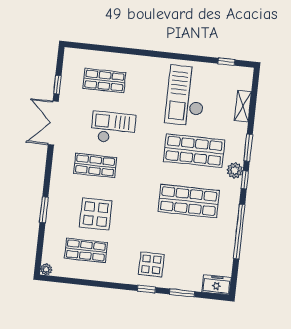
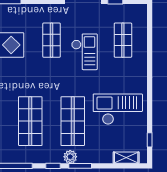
shelving: (243, 106) -> (126, 158), moved
plant: (235, 170) -> (70, 157), moved

